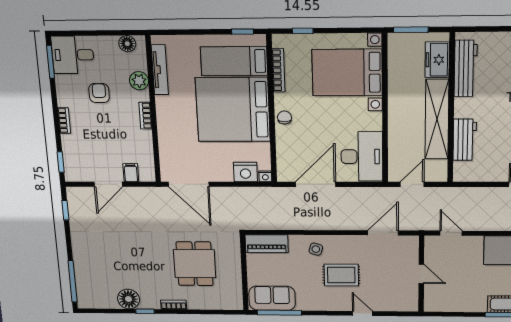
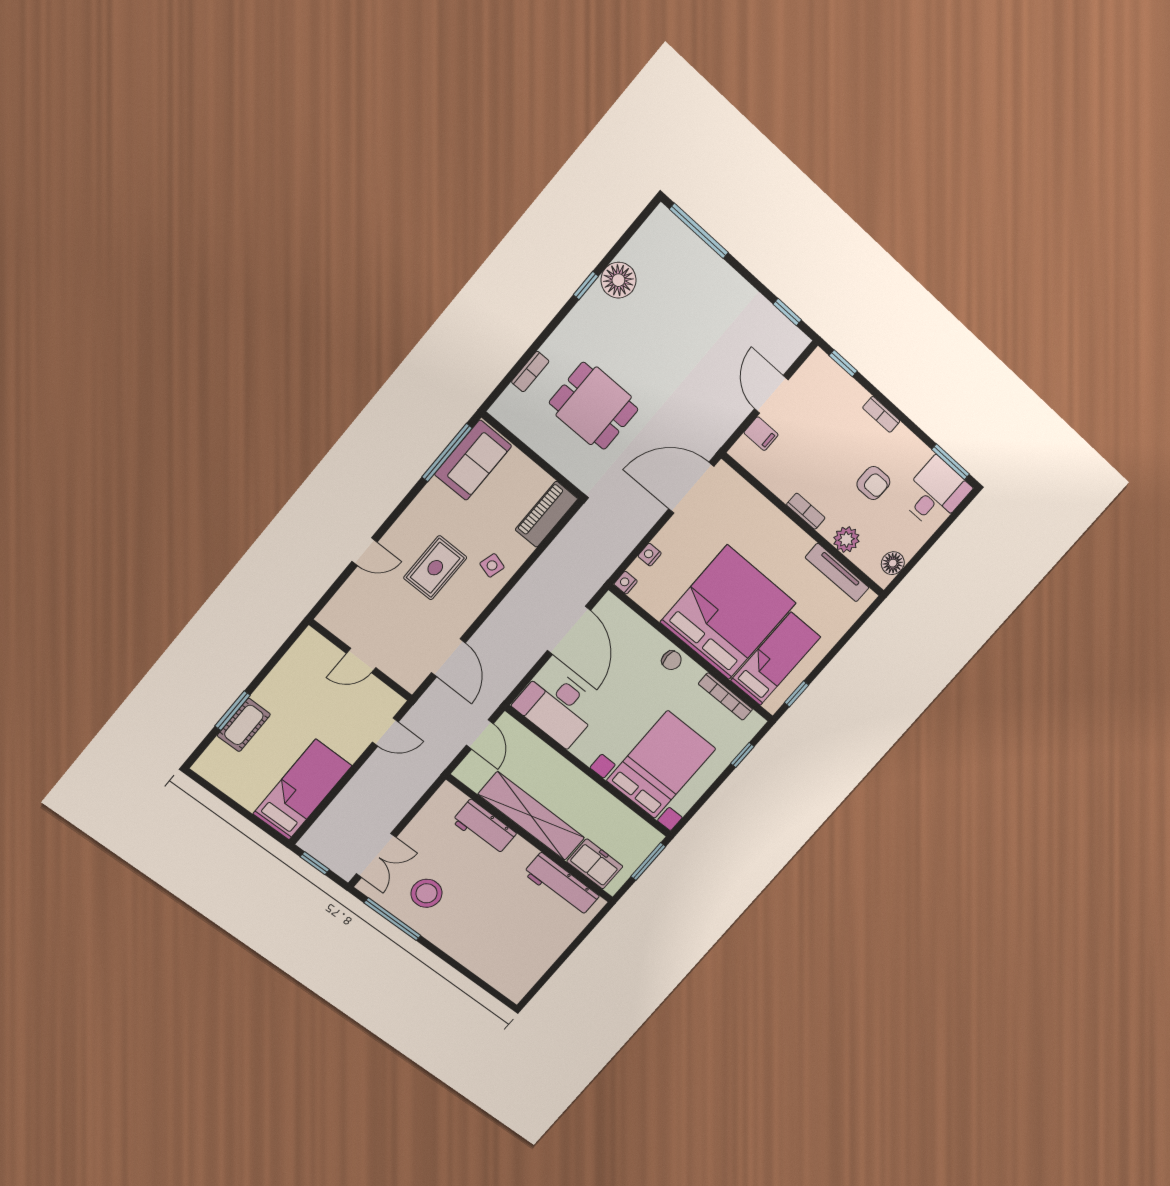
nightstand: (245, 172) -> (650, 555), width x0.53, depth x0.56
bookcase: (174, 305) -> (530, 372), moved

